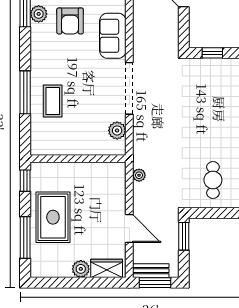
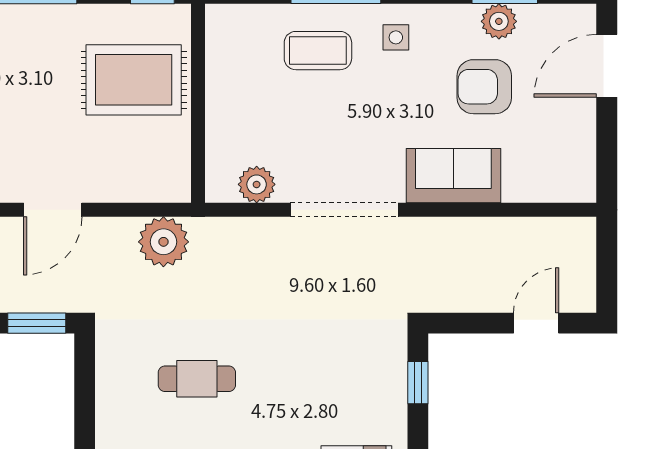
side table: (46, 63) -> (396, 37), added
plant: (139, 175) -> (163, 242), width x1.88, depth x1.88
cafe table: (213, 180) -> (197, 379), moved
rug: (53, 217) -> (134, 80), moved

